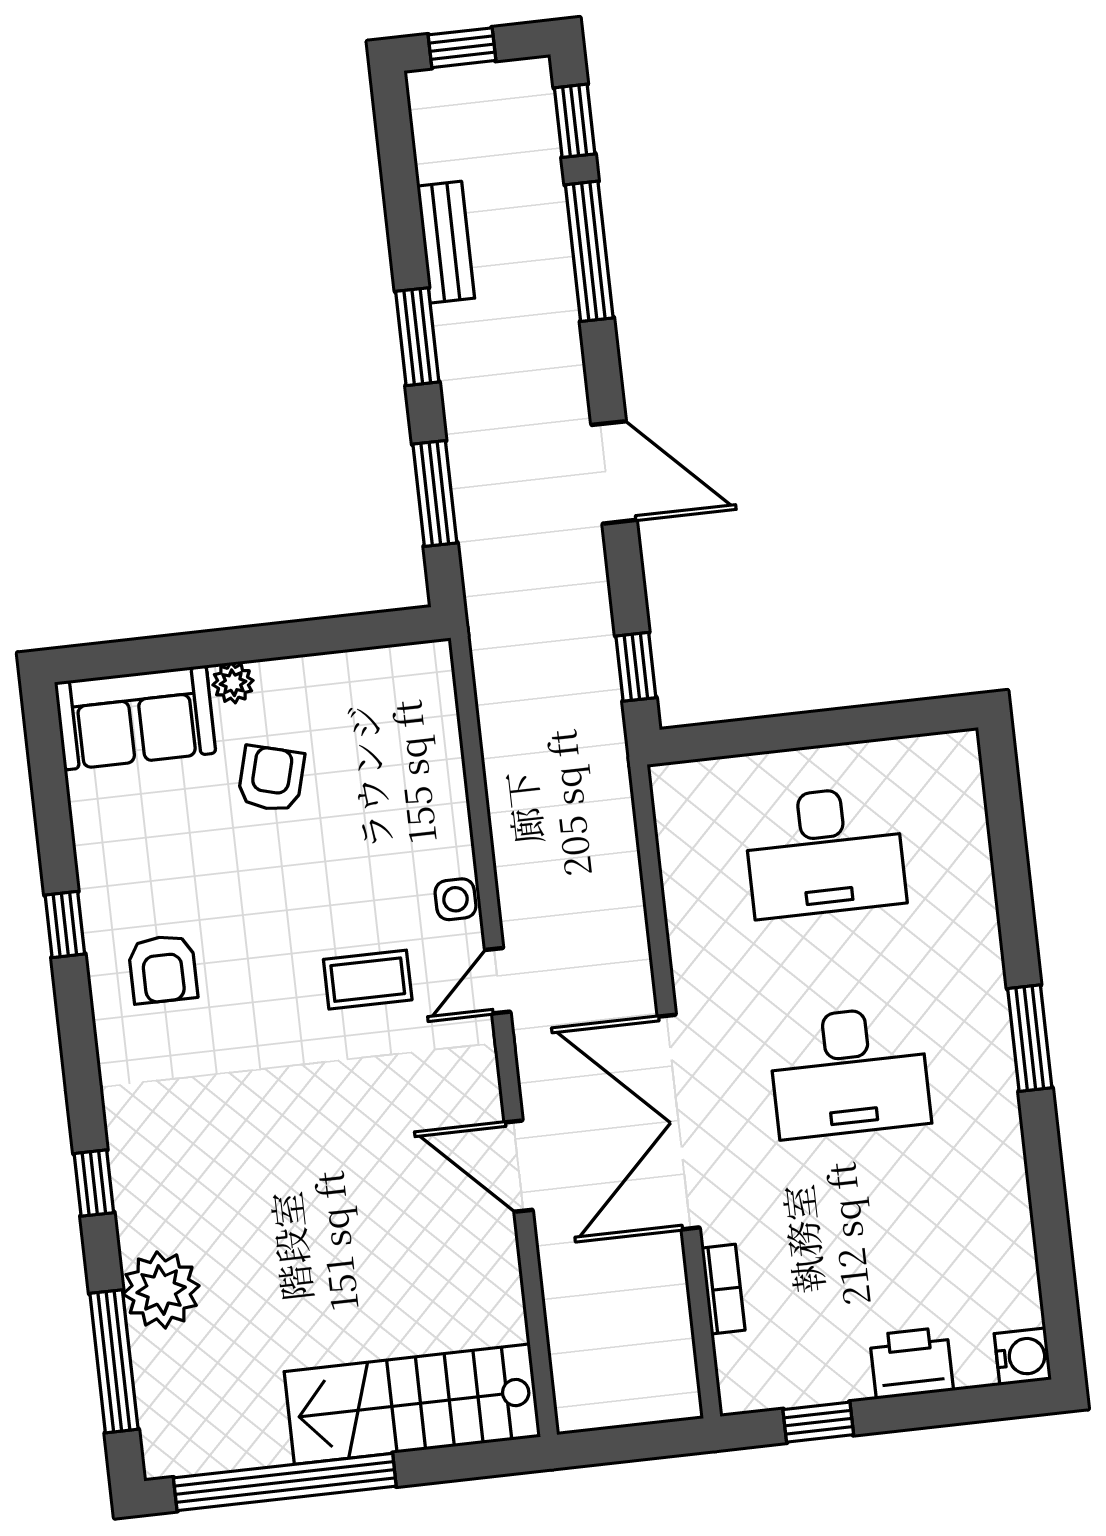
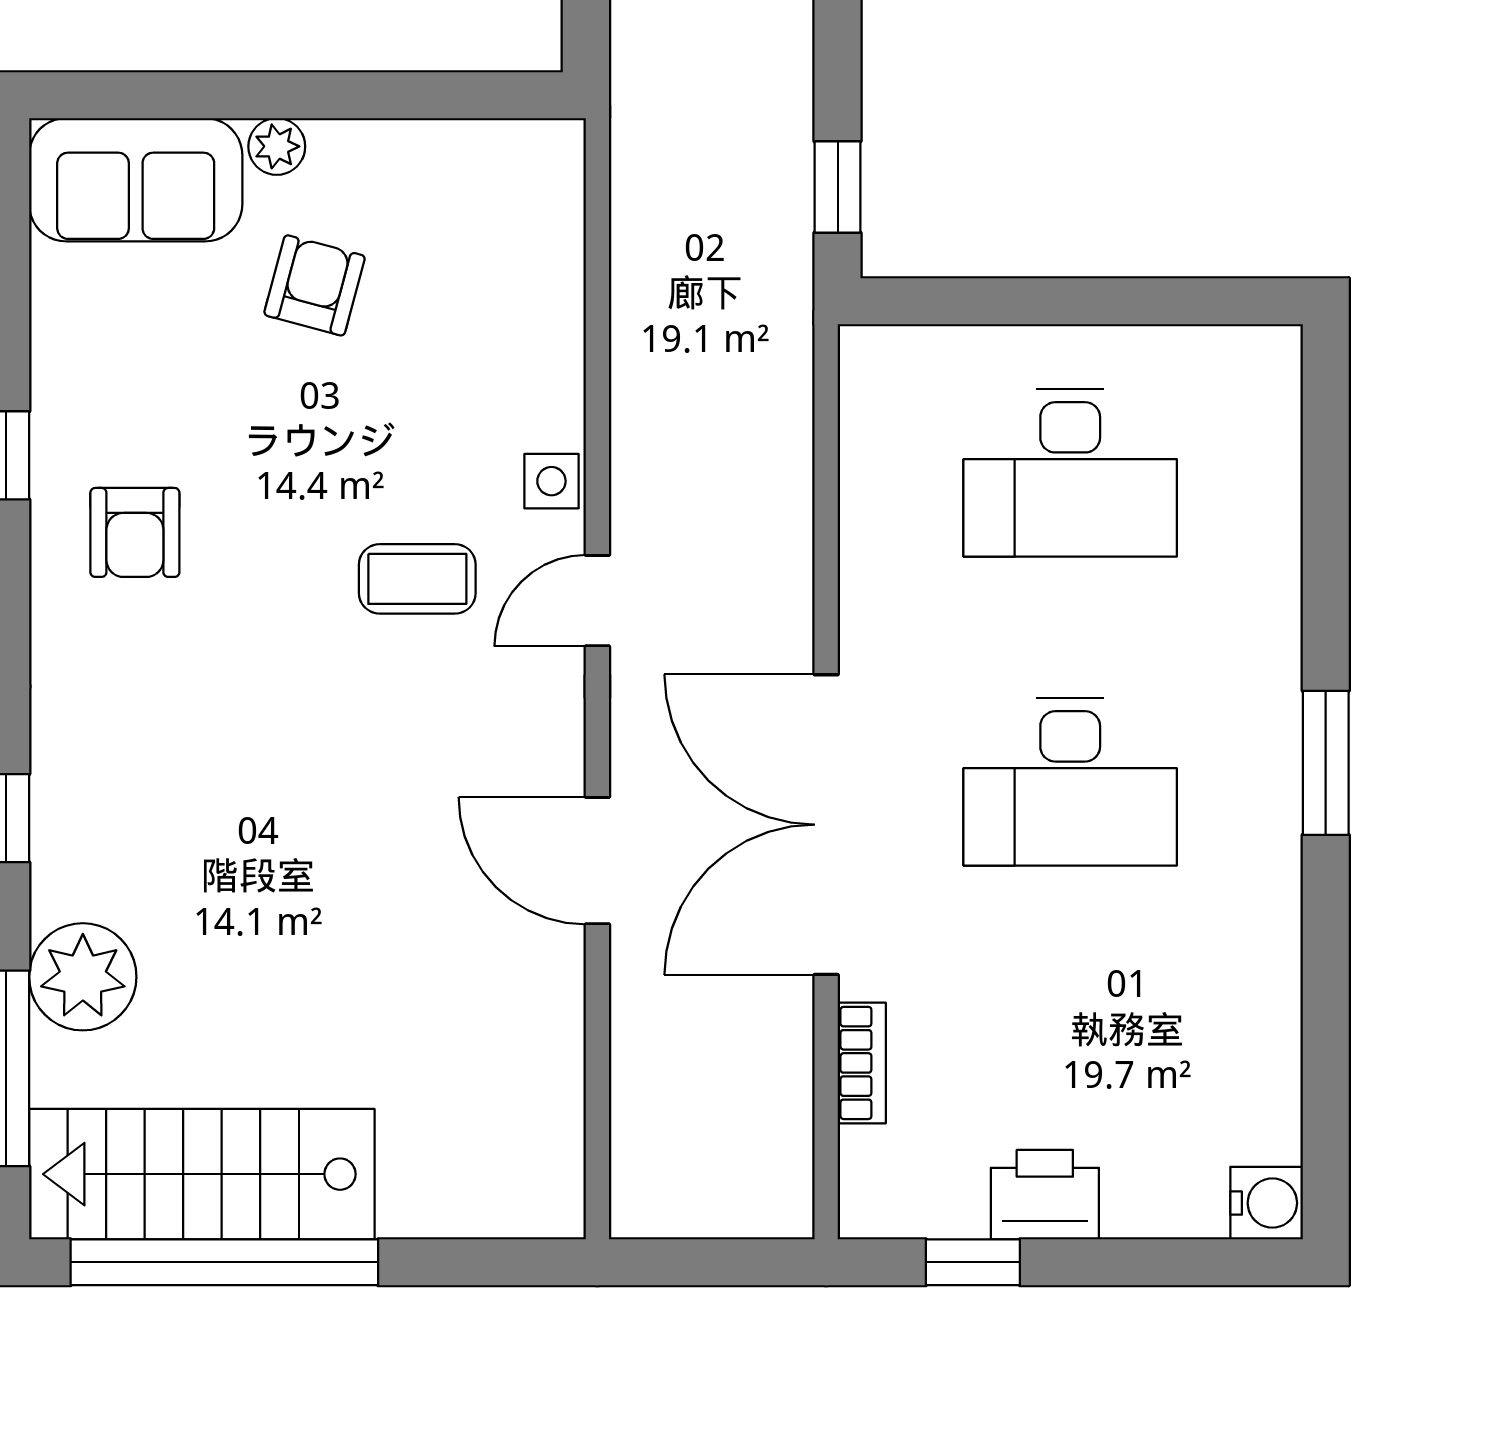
printer: (911, 1363) -> (1045, 1195), moved
stairs: (412, 1404) -> (202, 1174), moved

